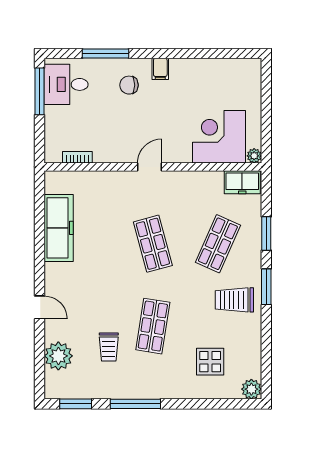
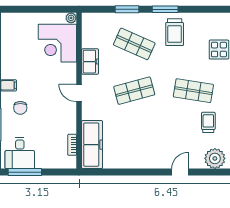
freezer: (242, 182) -> (90, 62), moved
freezer: (59, 228) -> (92, 145), moved, turned 90
trolley: (109, 347) -> (208, 122), turned -90

